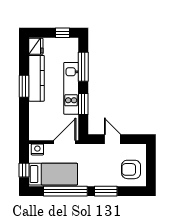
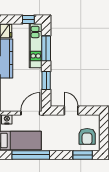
kitchen unit: (71, 88) -> (36, 46), moved
armchair: (131, 169) -> (87, 136), turned -90
window: (106, 191) -> (83, 155), moved

